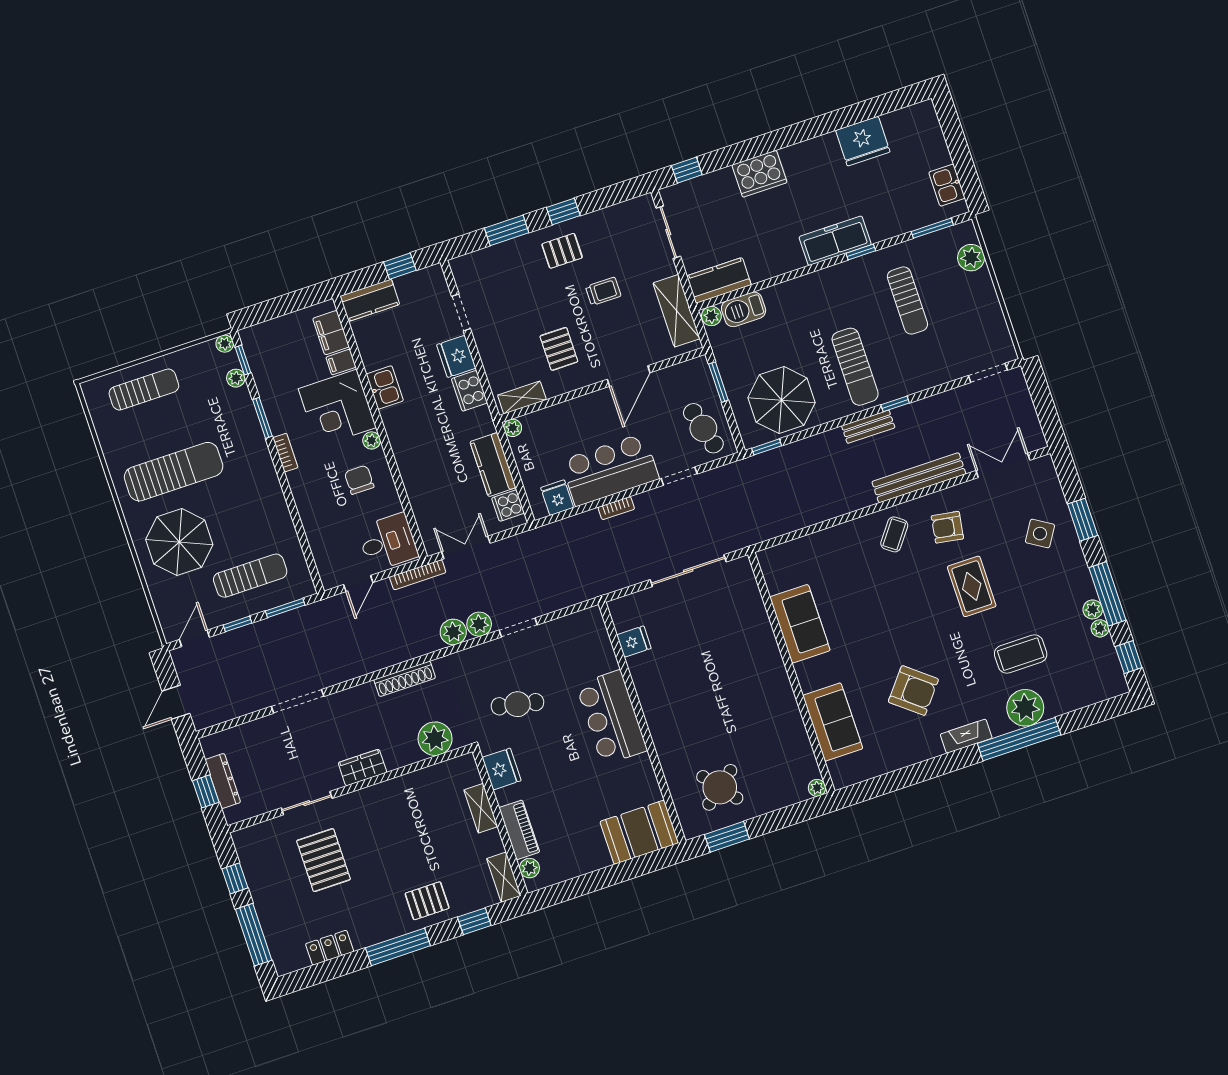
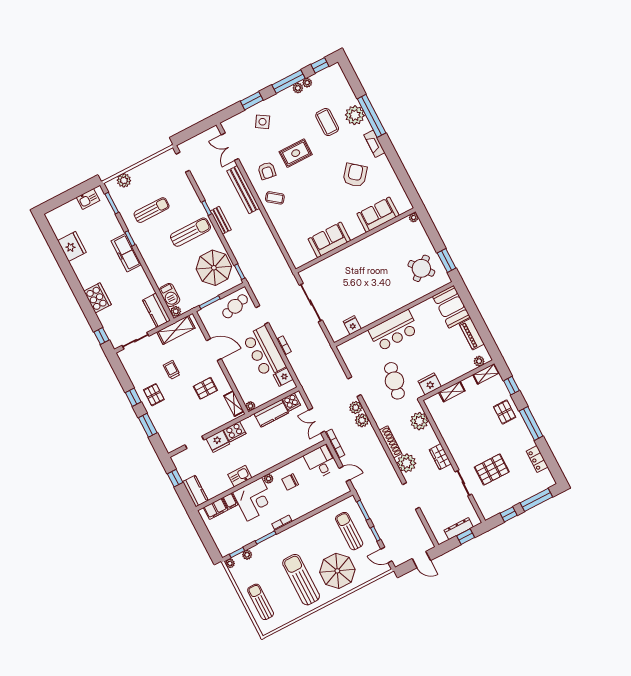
plant: (361, 703) -> (407, 463), added
cafe table: (517, 704) -> (394, 381), width x1.37, depth x1.35
piano: (519, 830) -> (472, 334), moved, turned -90

